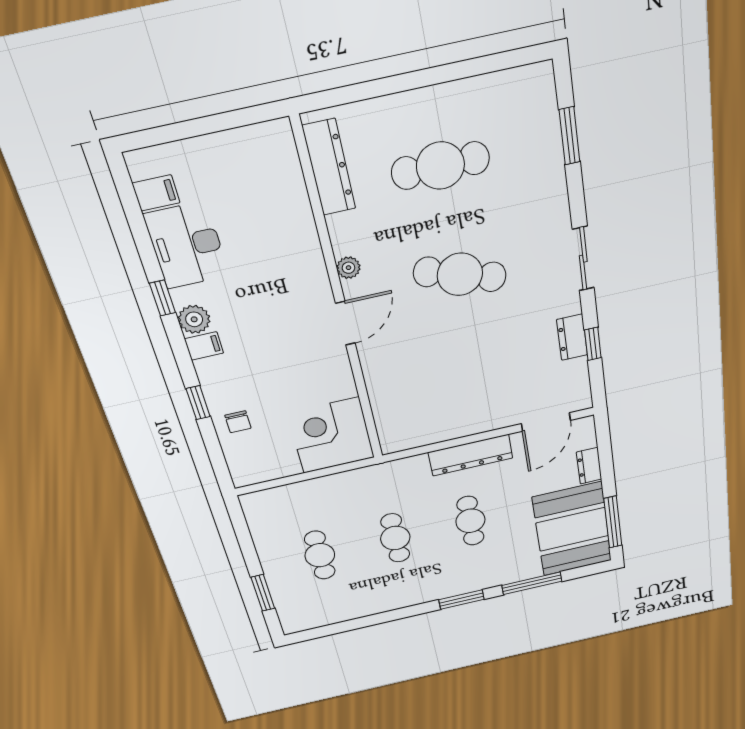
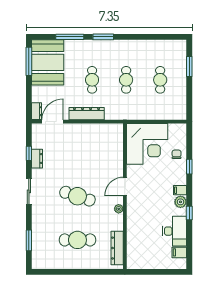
corner desk: (331, 435) -> (147, 144), width x1.36, depth x1.36
dresser: (589, 466) -> (37, 111), moved

